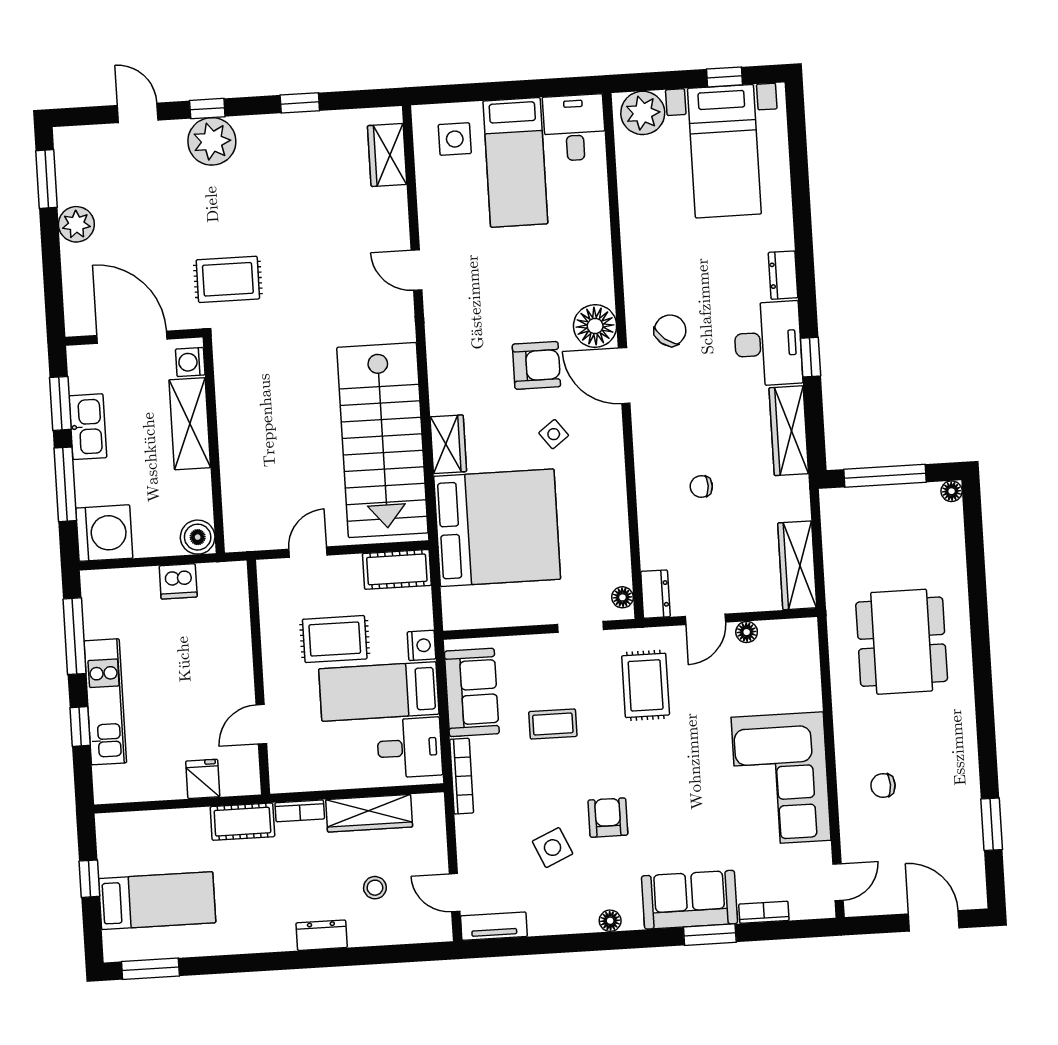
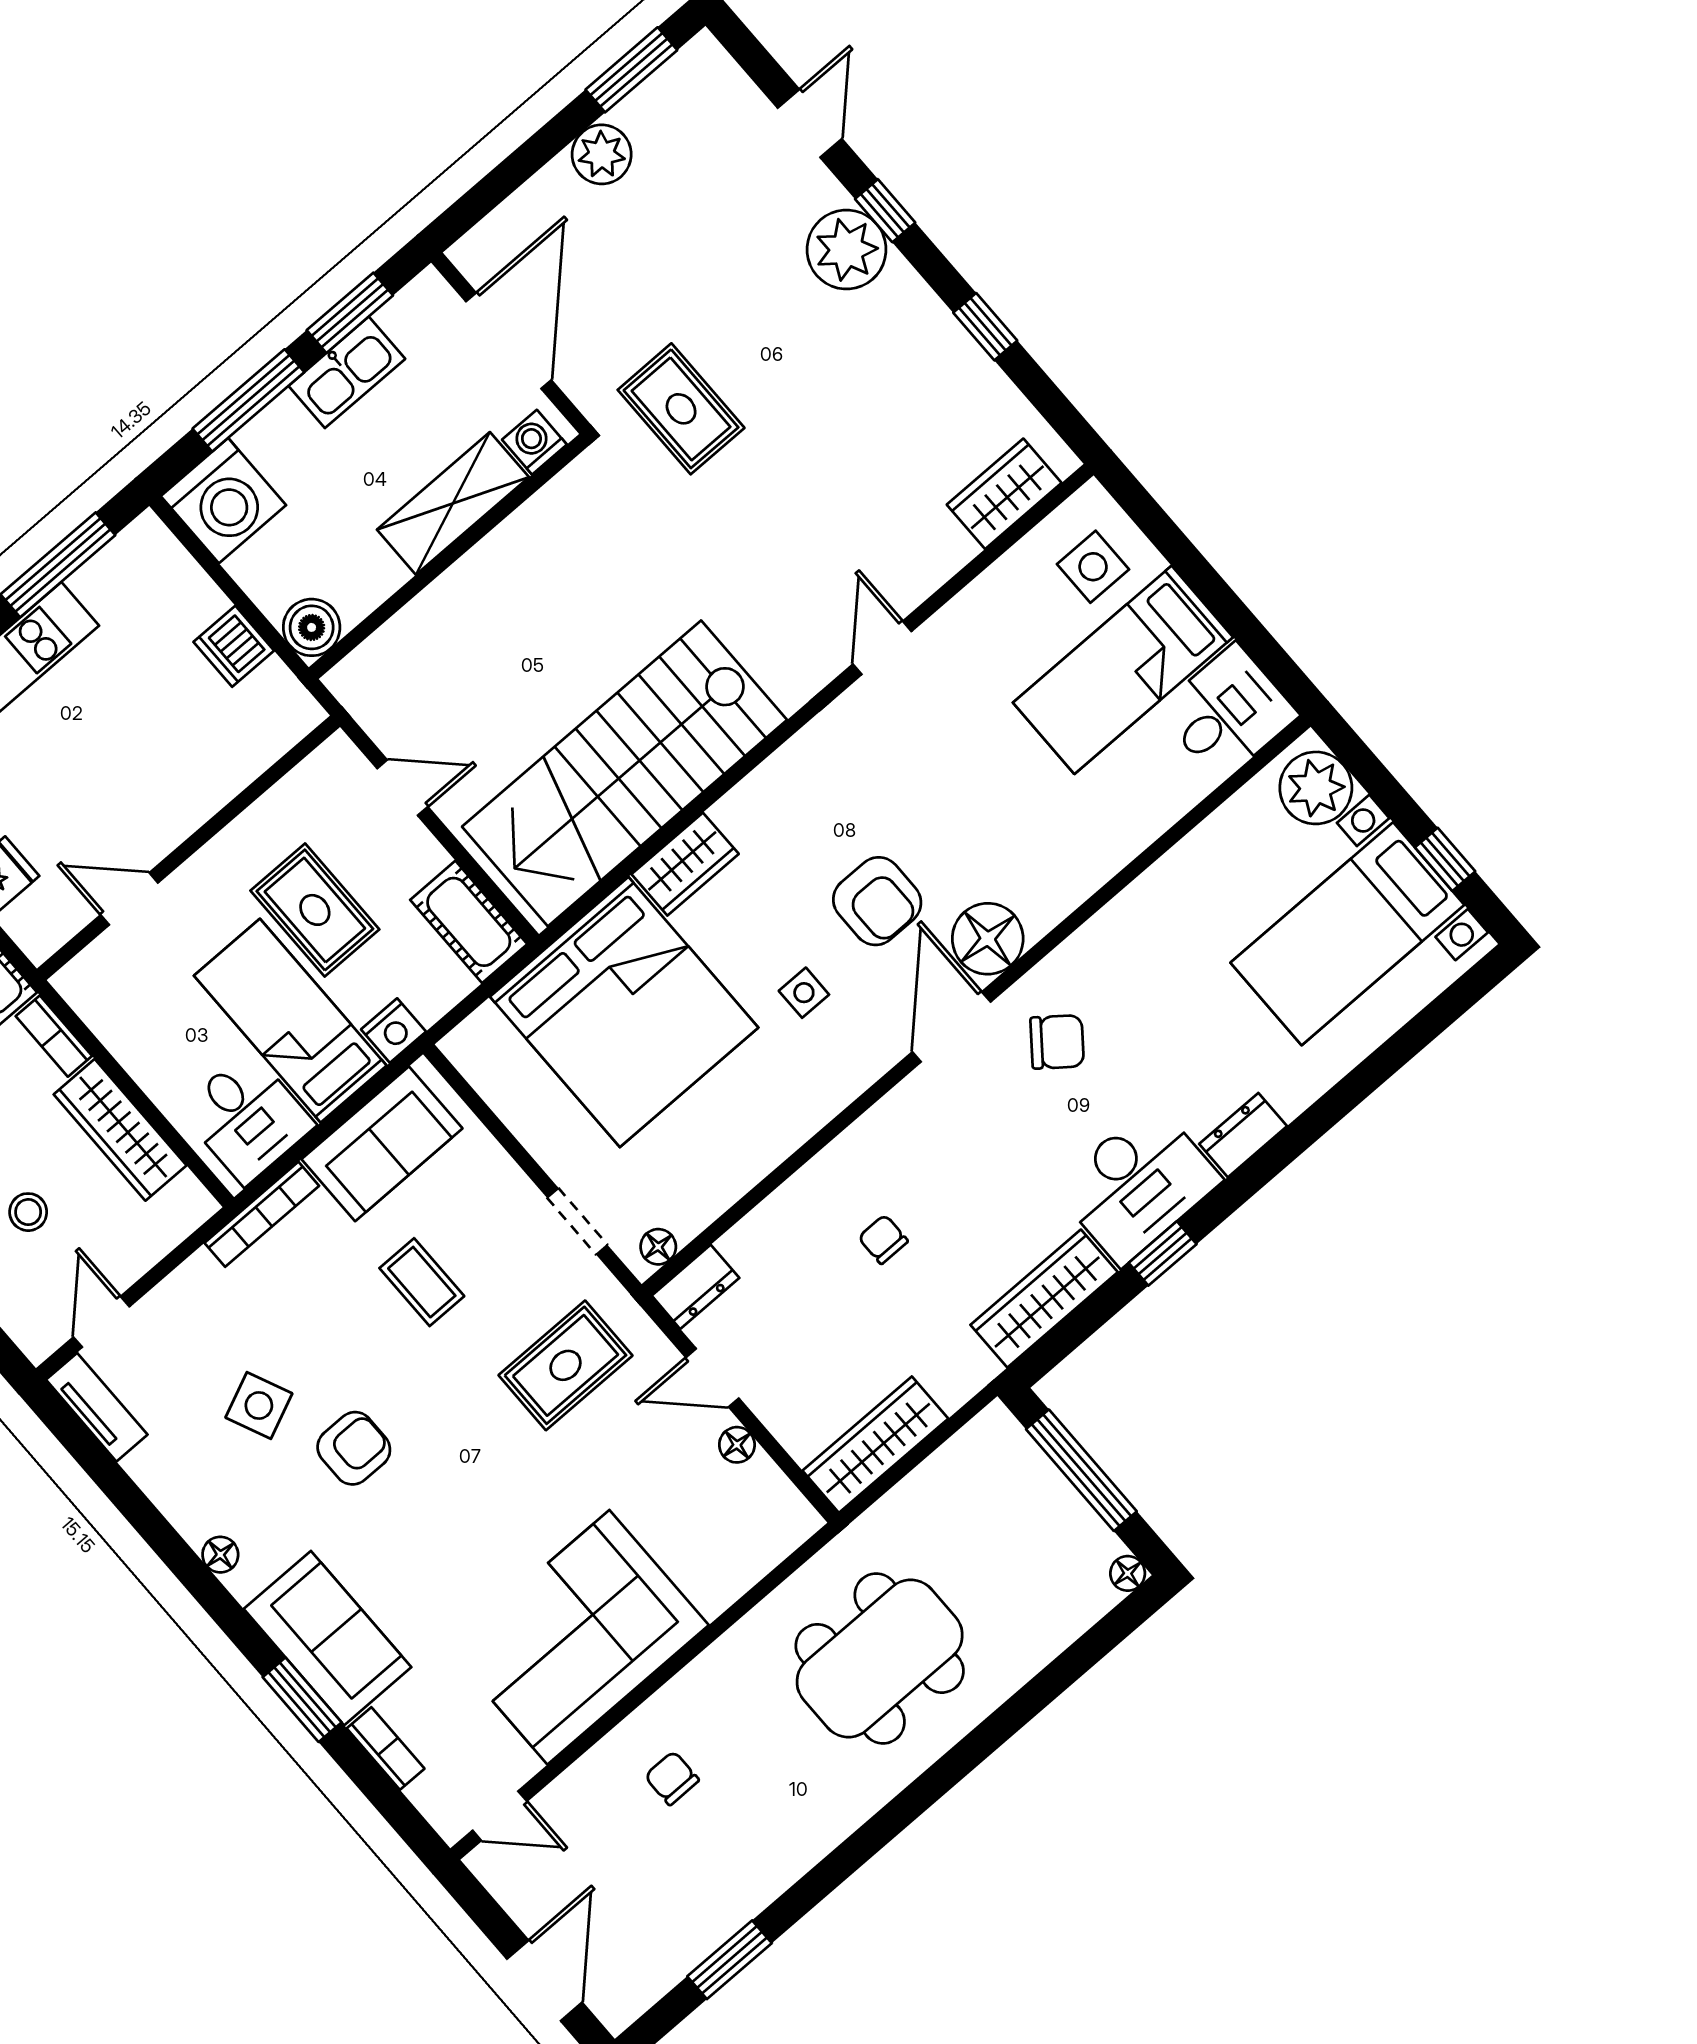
side table: (554, 434) -> (804, 993), turned 37

